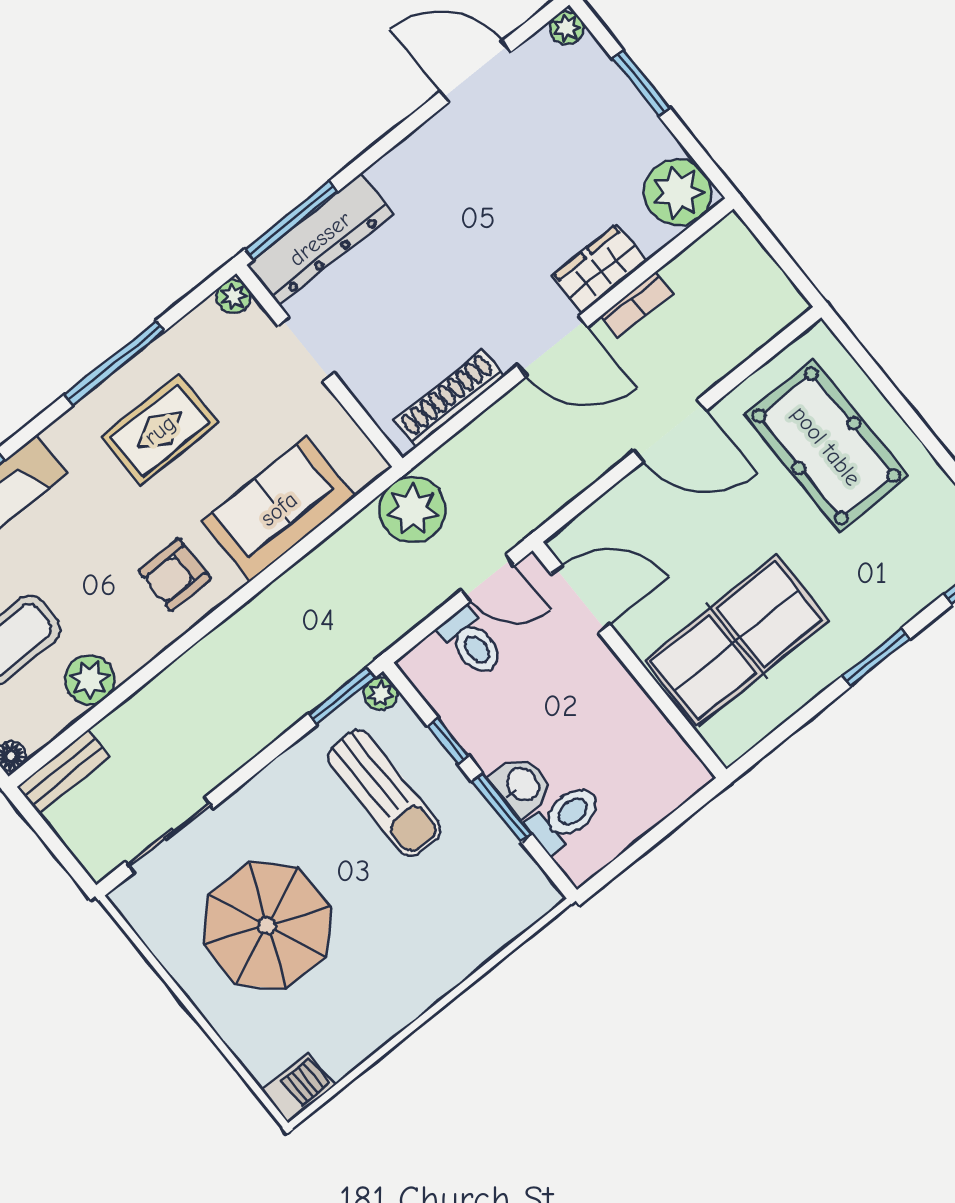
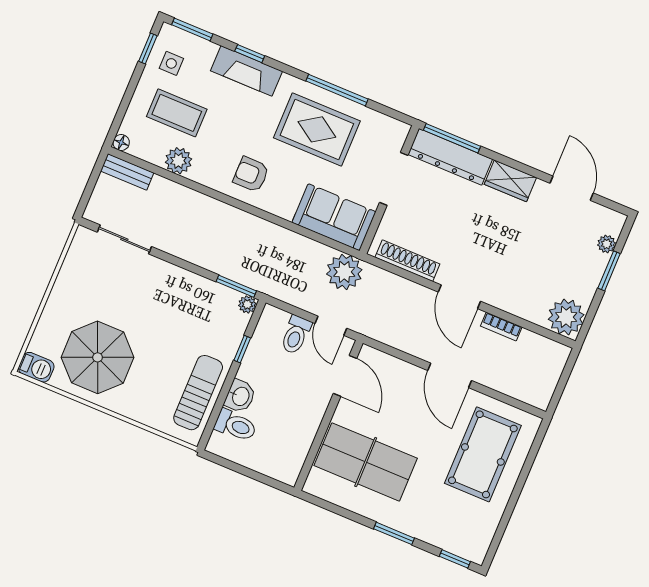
plant: (567, 28) -> (607, 244), moved
wardrobe: (599, 269) -> (510, 181), moved, turned 180
plant: (234, 297) -> (400, 130), removed
doorway: (306, 349) -> (394, 179), width x1.38
rug: (160, 430) -> (317, 129), width x1.36, depth x1.43
sofa: (279, 509) -> (334, 217), moved
sun lounger: (384, 793) -> (198, 393), moved, turned 180
window: (502, 807) -> (224, 392), removed
parasol: (267, 926) -> (98, 357), moved

